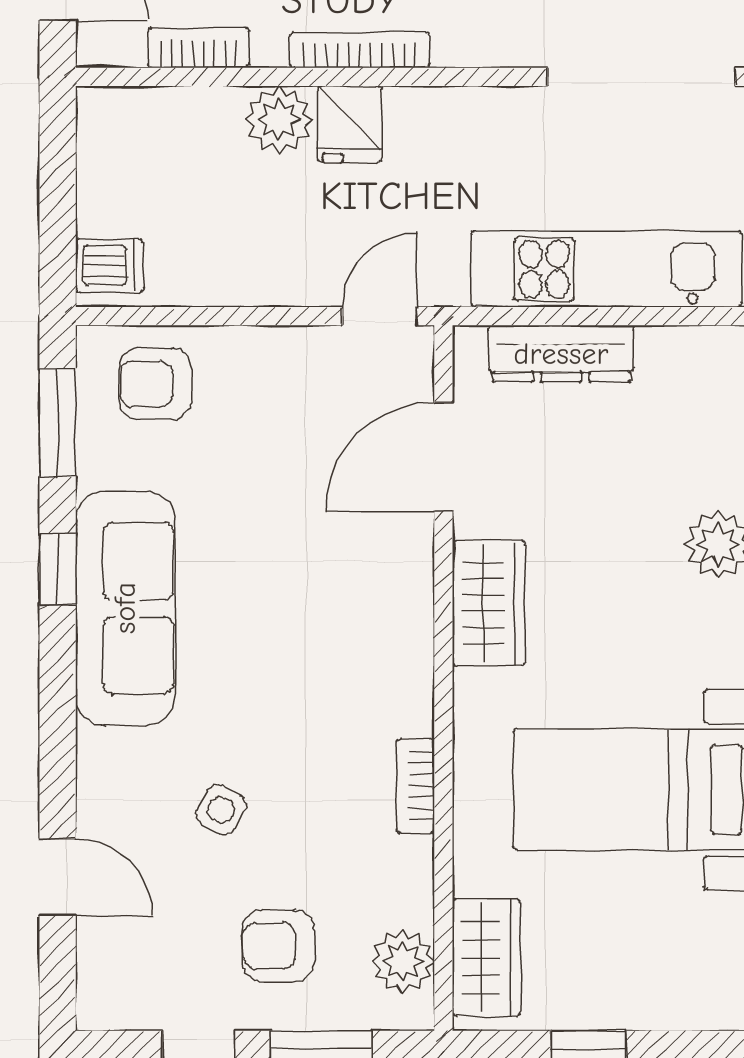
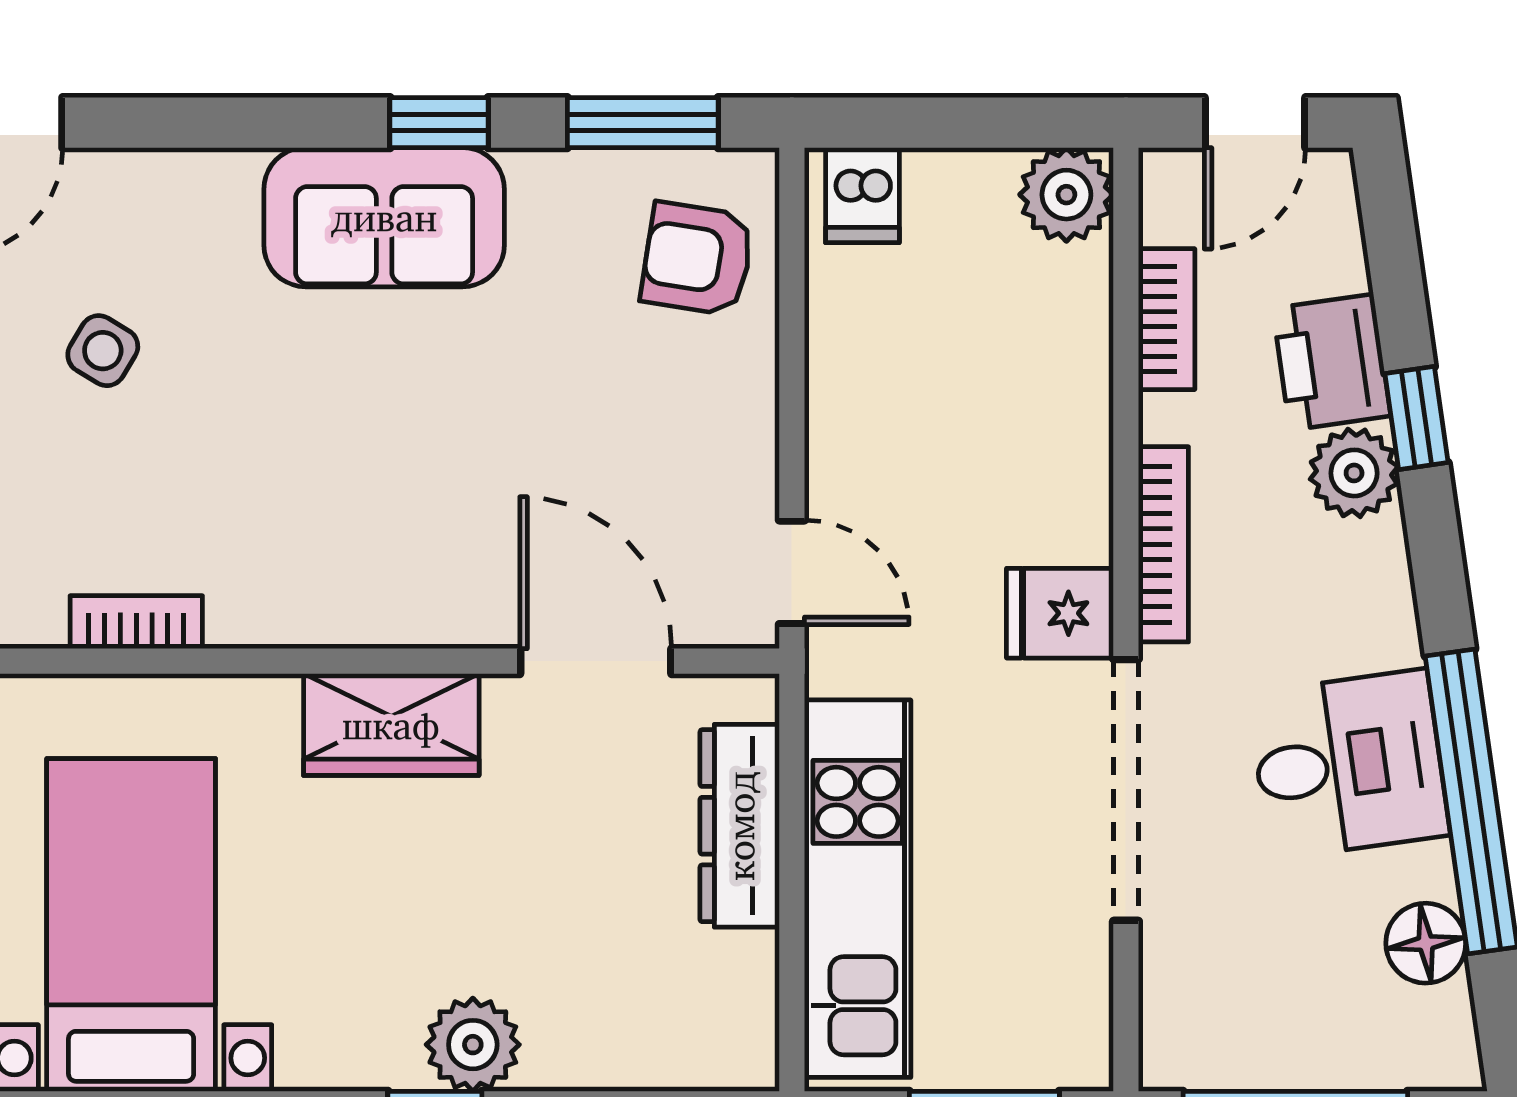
doorway: (641, 77) -> (1126, 790), moved
plant: (279, 120) -> (1066, 195), moved
fridge: (350, 124) -> (1060, 613), moved
armchair: (155, 384) -> (697, 259), turned -81
sofa: (125, 608) -> (384, 217), width x0.73

